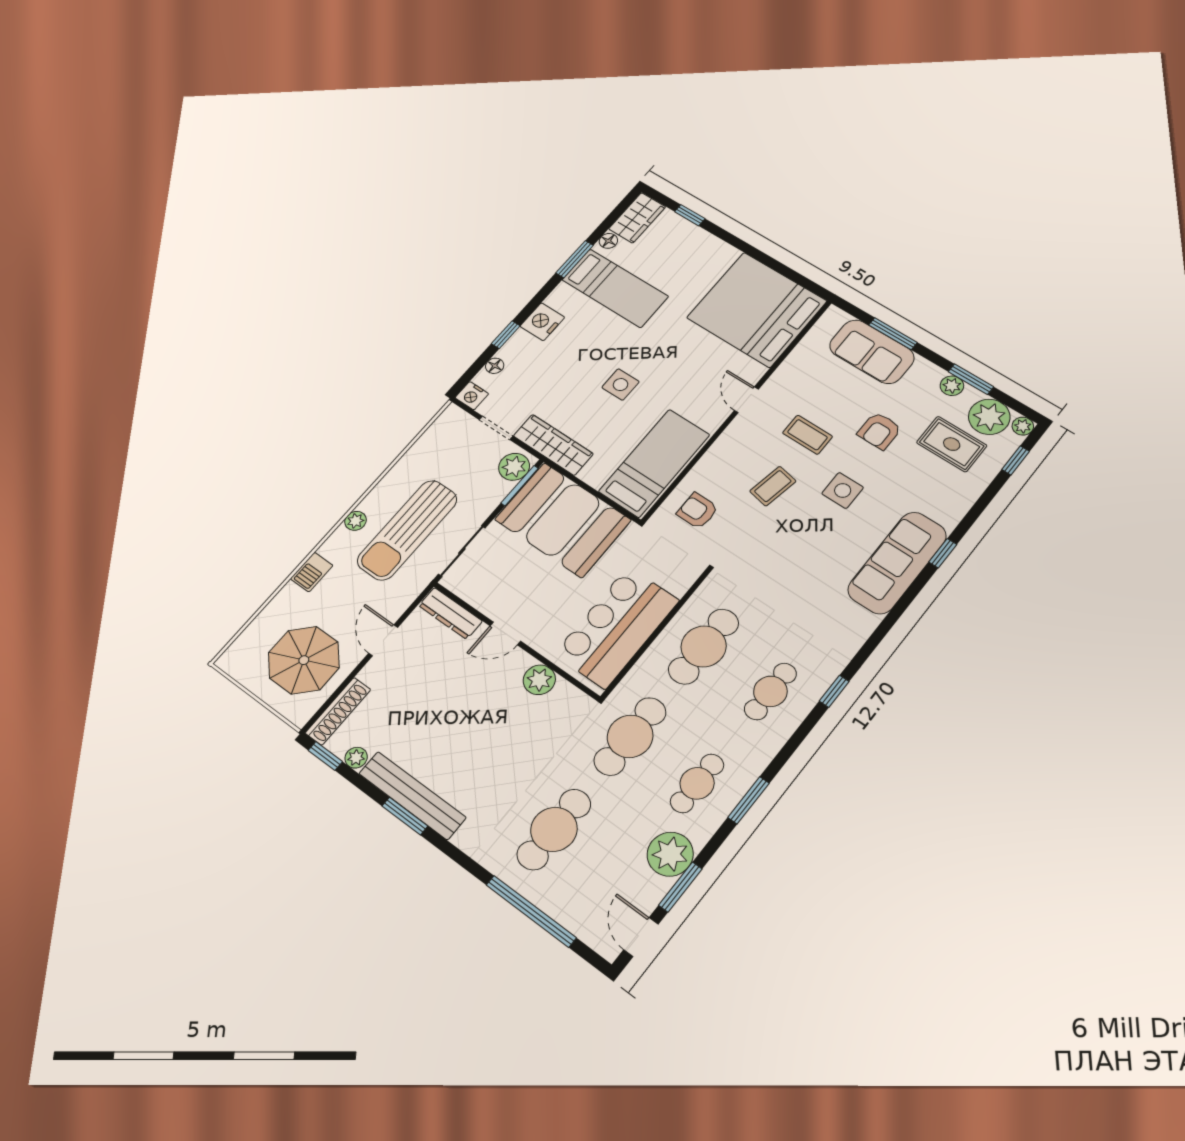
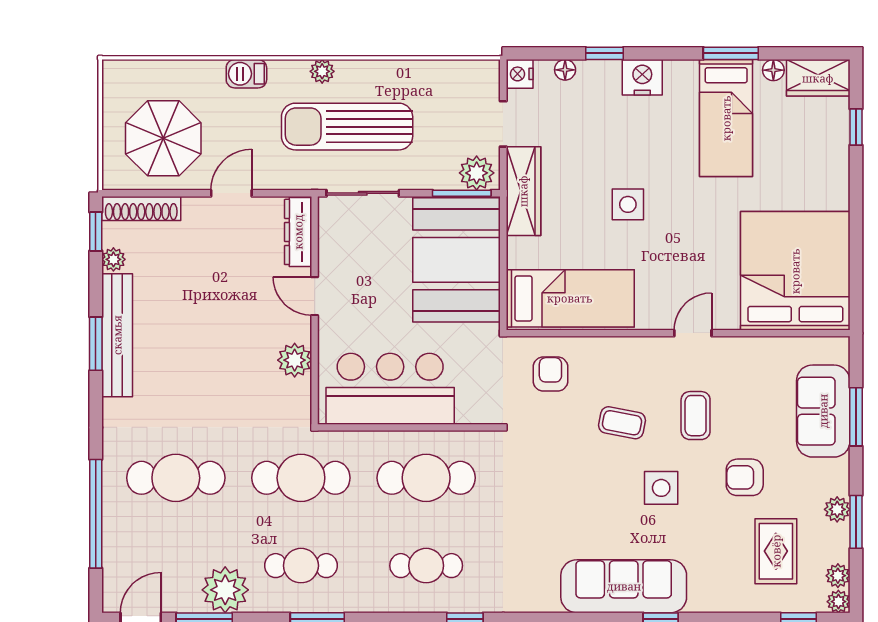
plant: (989, 417) -> (838, 576), width x0.53, depth x0.53

